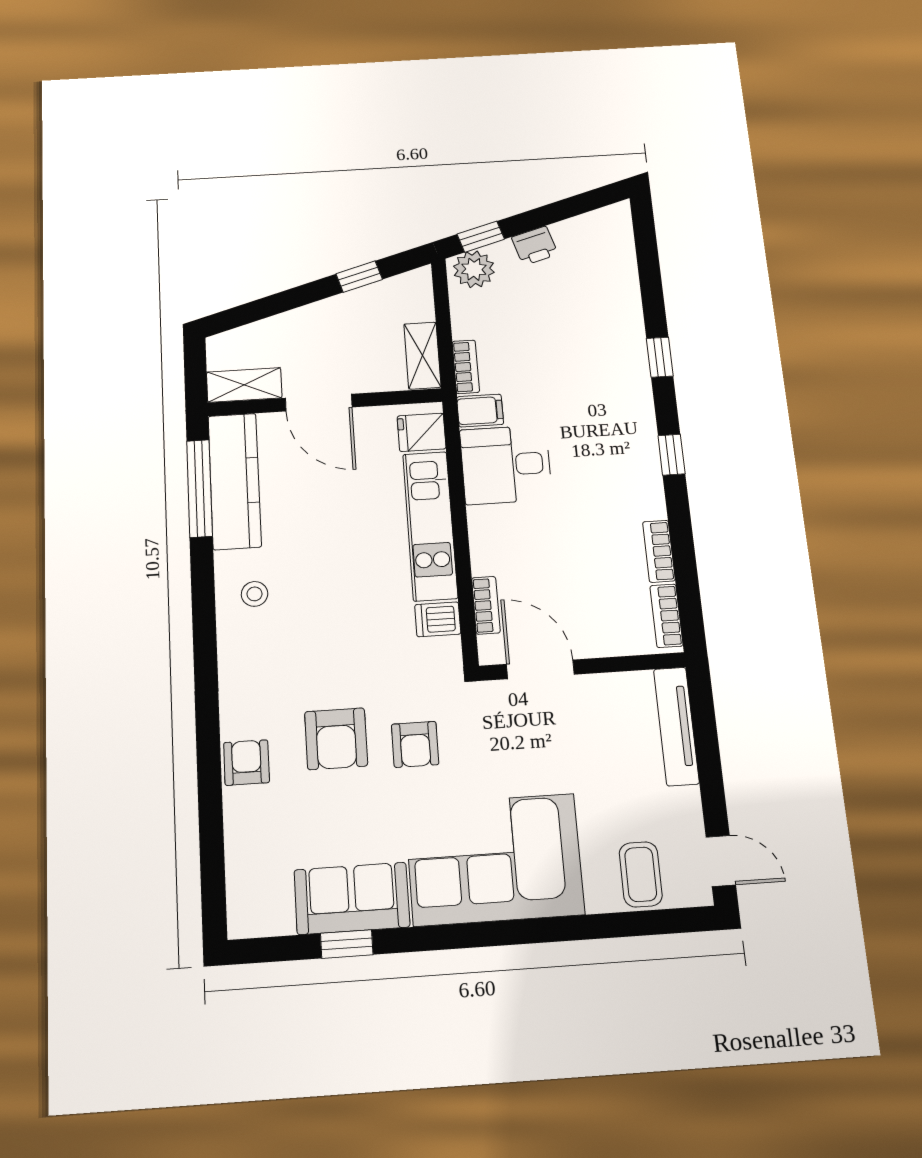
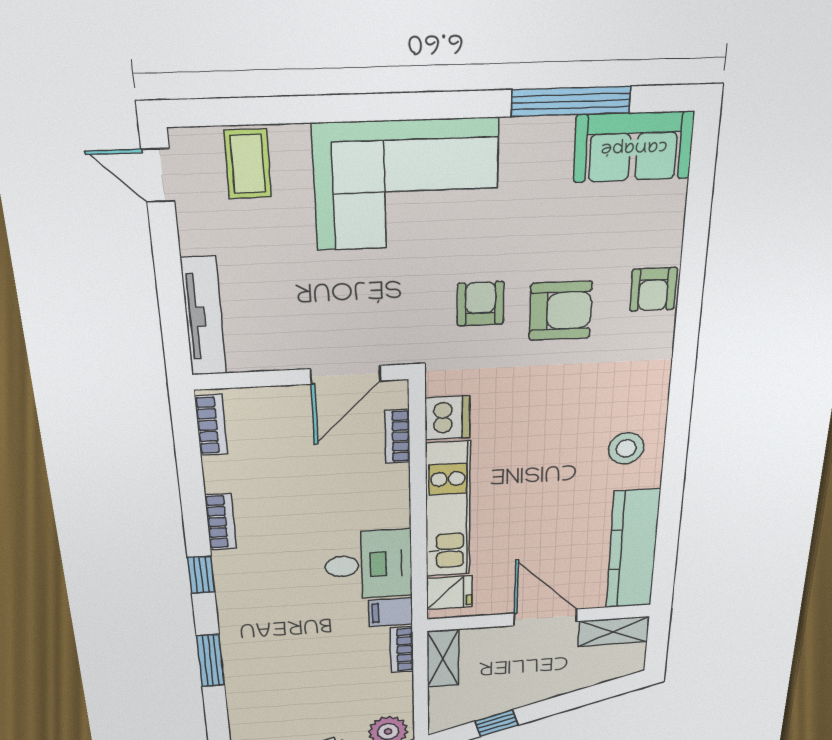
window: (660, 357) -> (211, 661), width x1.50
window: (200, 488) -> (667, 543), removed
bookcase: (659, 551) -> (220, 522), moved
stool: (255, 594) -> (626, 448), width x1.37, depth x1.37
dishwasher: (438, 619) -> (447, 418), width x1.38
door: (540, 669) -> (346, 375), hinge flipped
armchair: (336, 739) -> (561, 311), turned 90
sofa: (352, 898) -> (634, 147), moved
window: (347, 944) -> (571, 101), width x2.17

